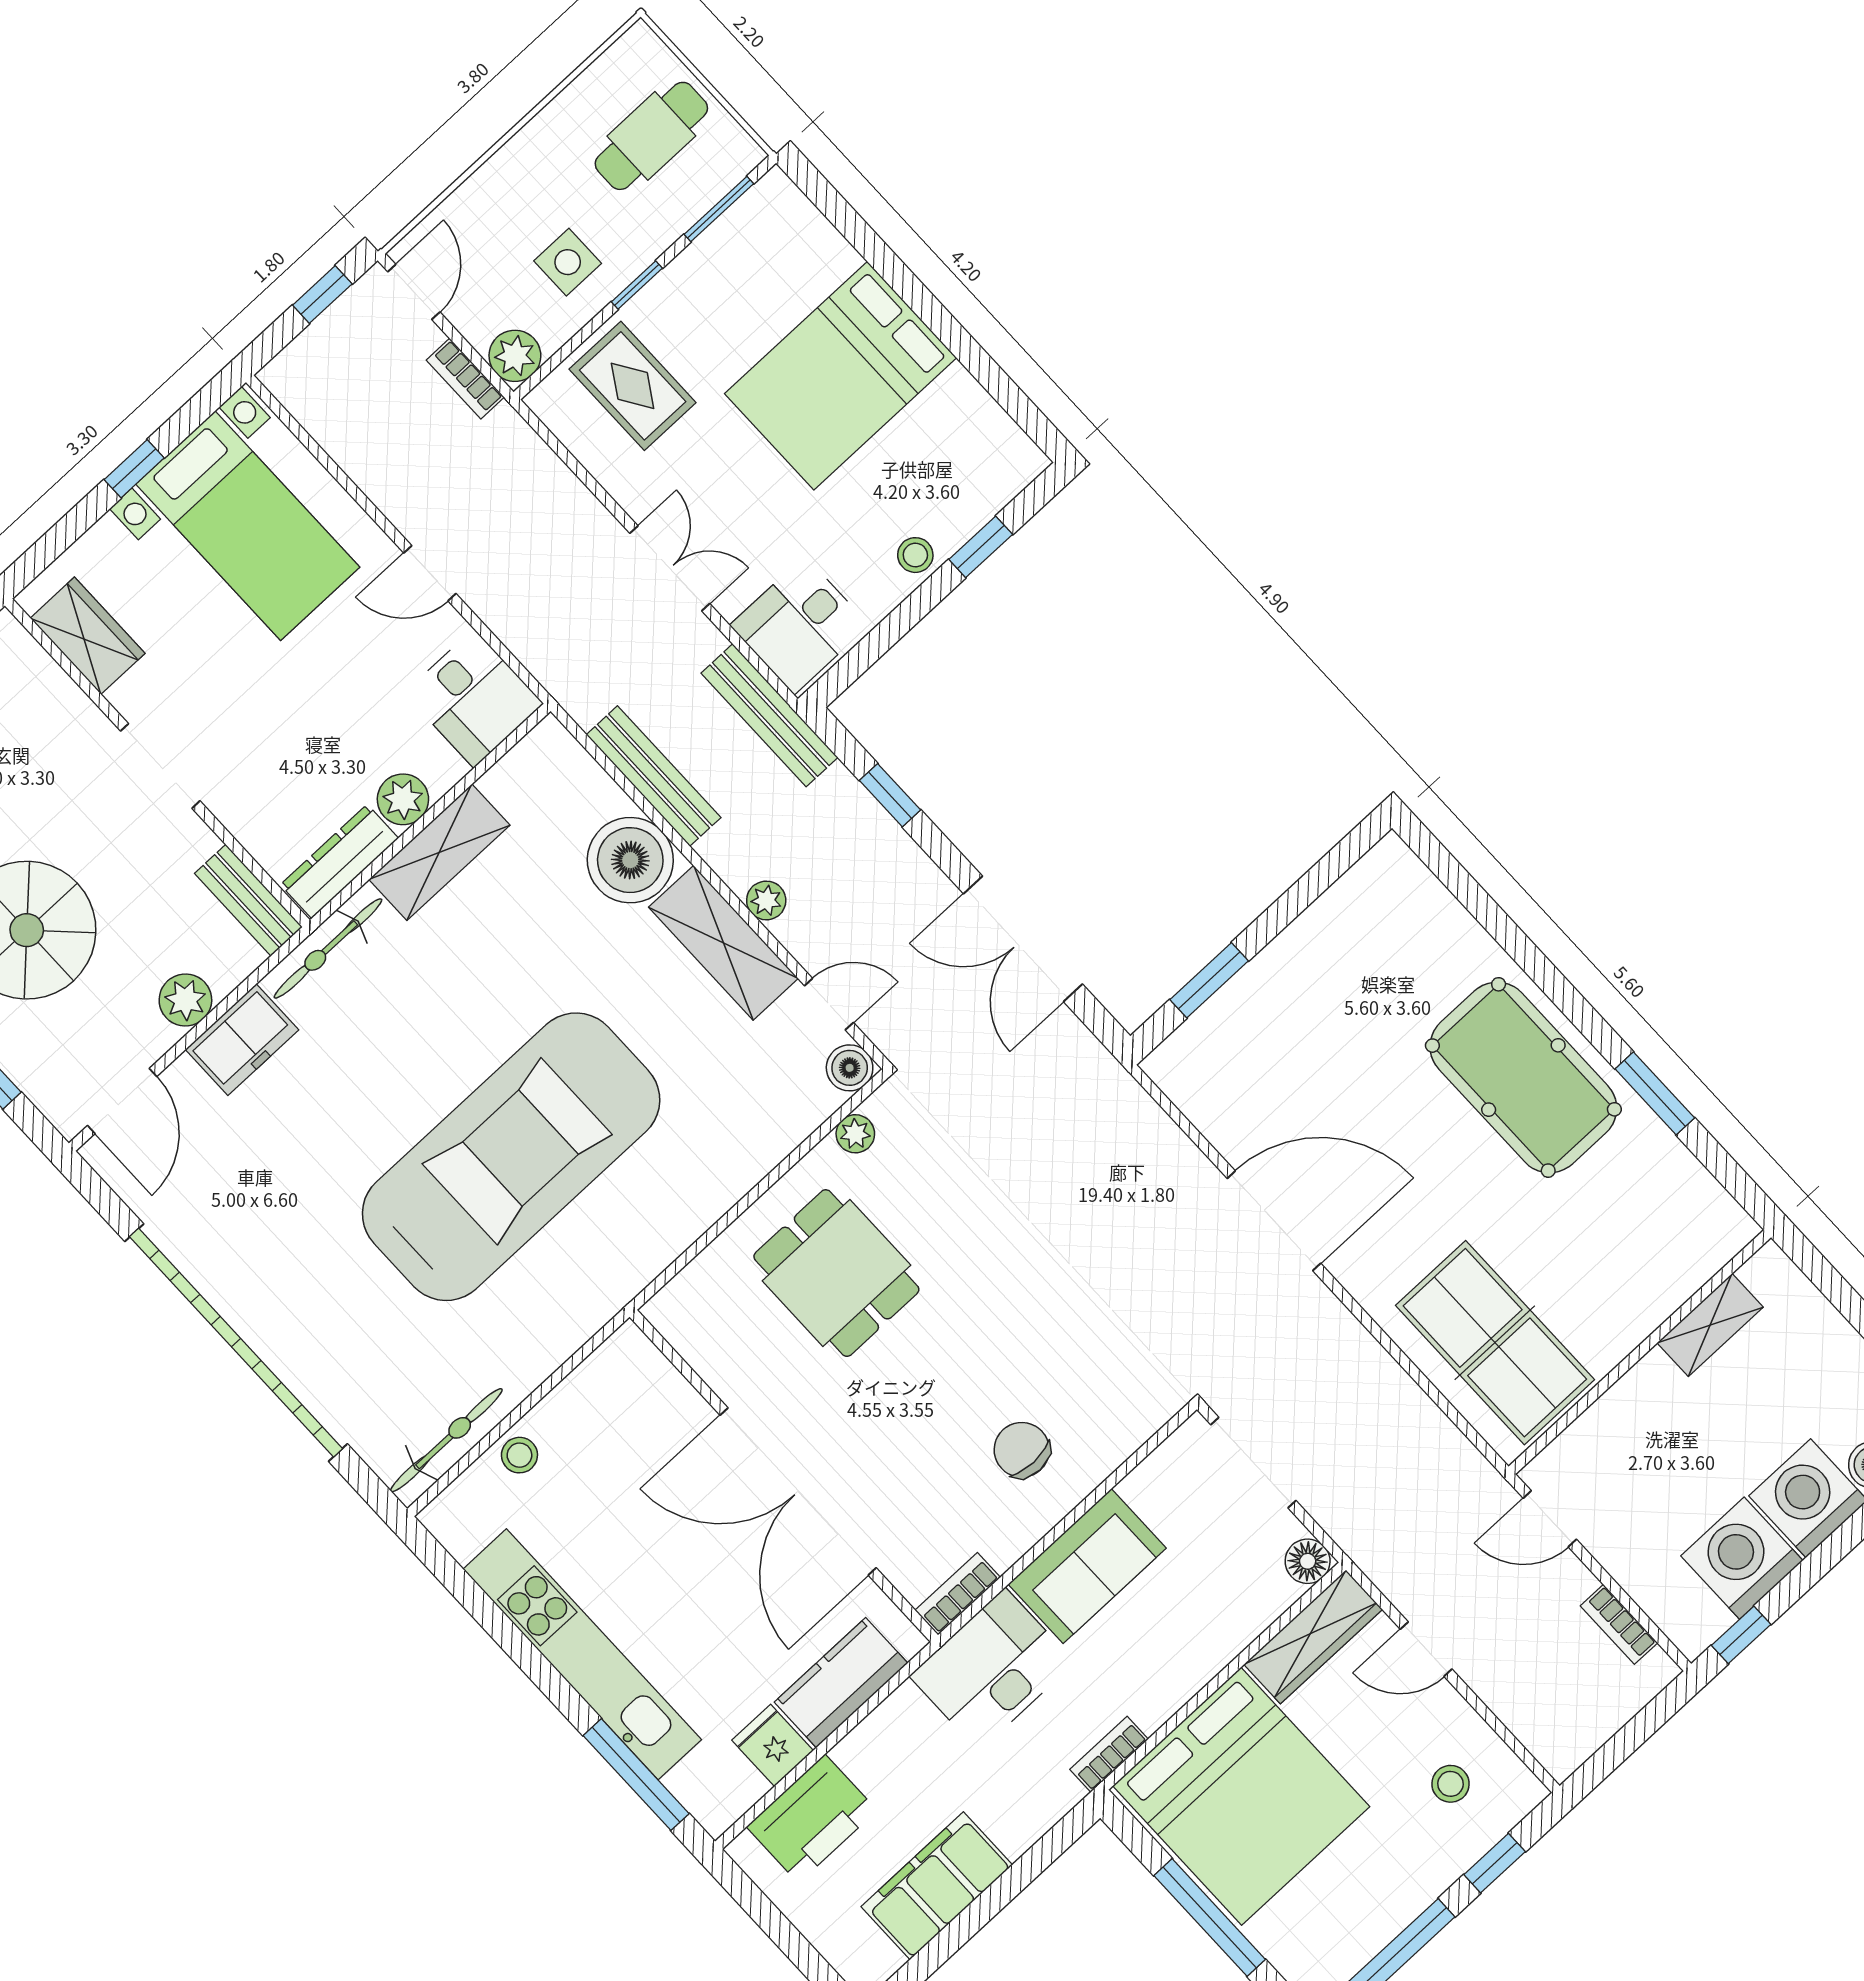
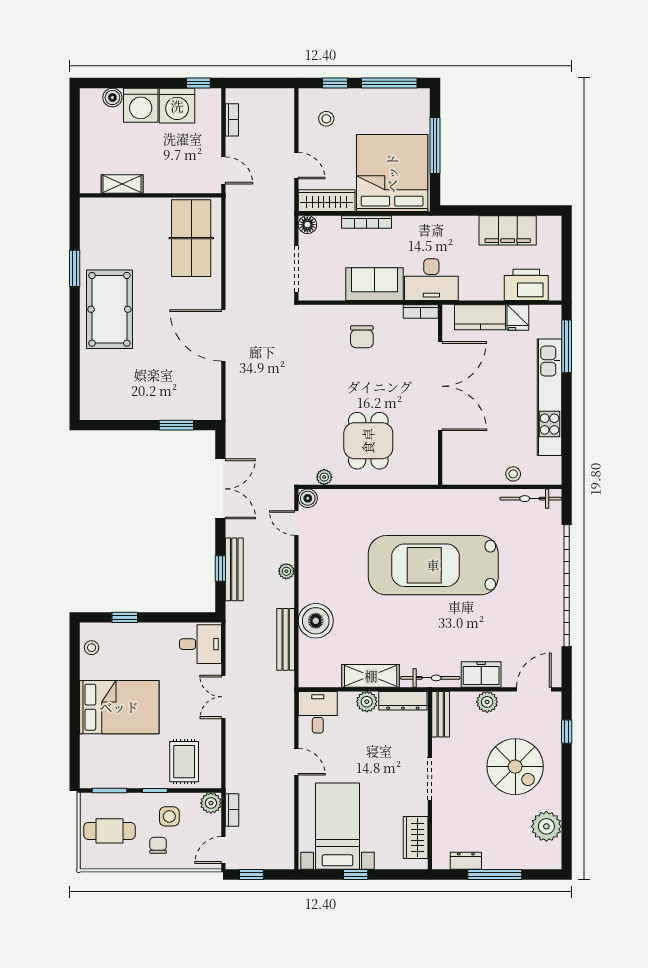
chair: (540, 191) -> (158, 845), added
stool: (915, 555) -> (92, 648), moved
bench: (769, 715) -> (234, 569), moved
shelving: (723, 943) -> (311, 570), removed
bookcase: (1109, 1754) -> (367, 222), moved, width x1.56

